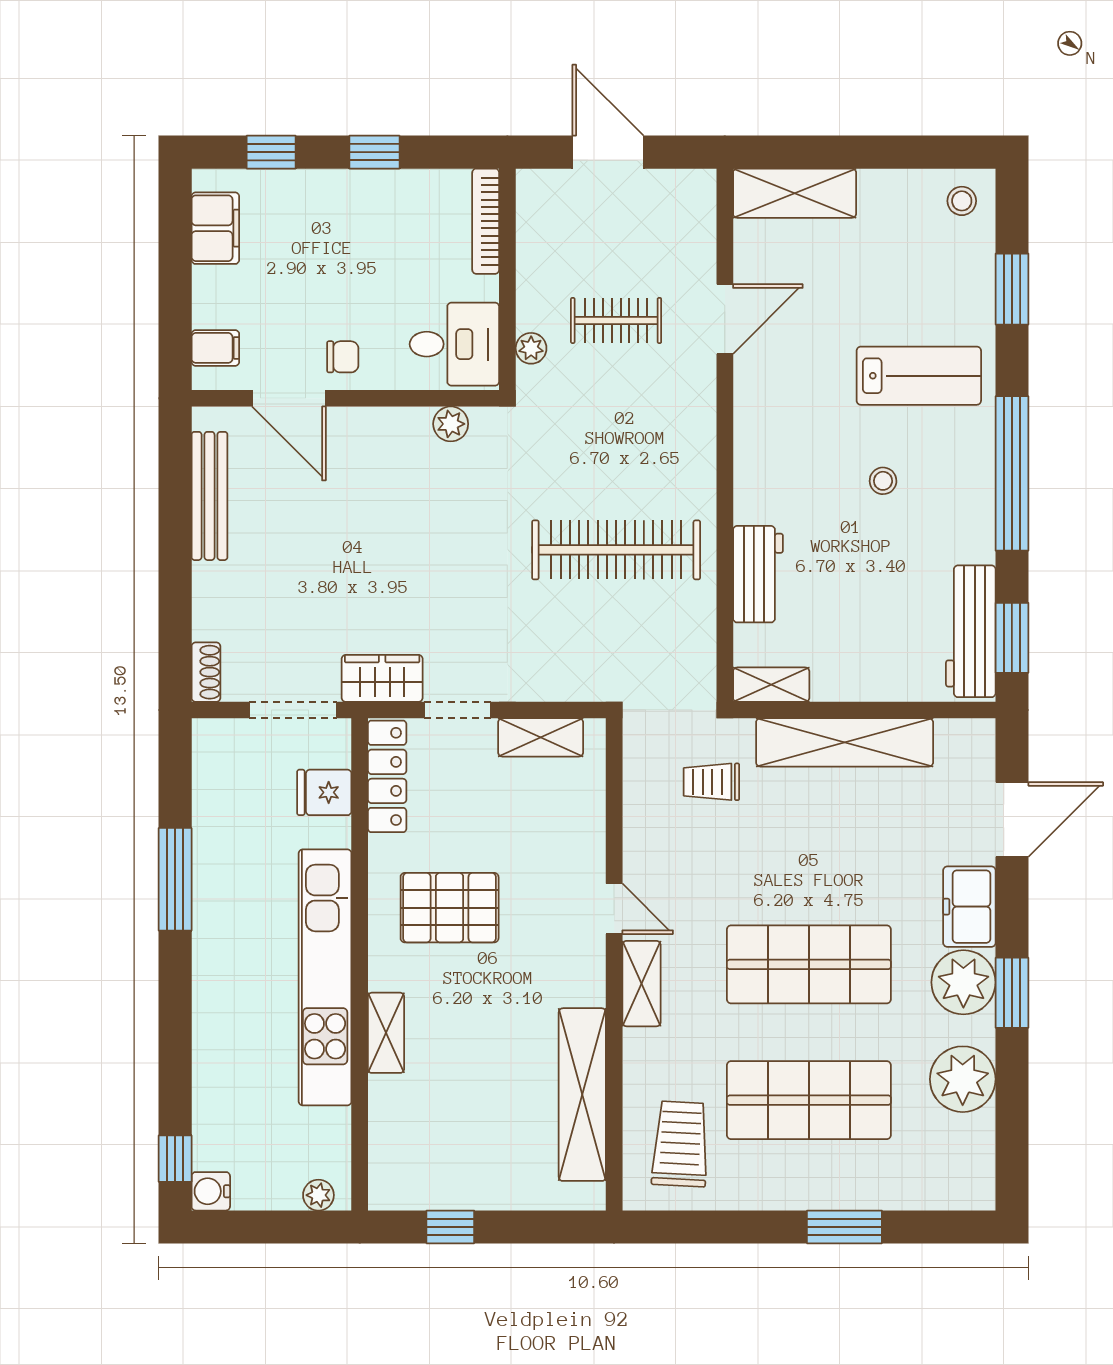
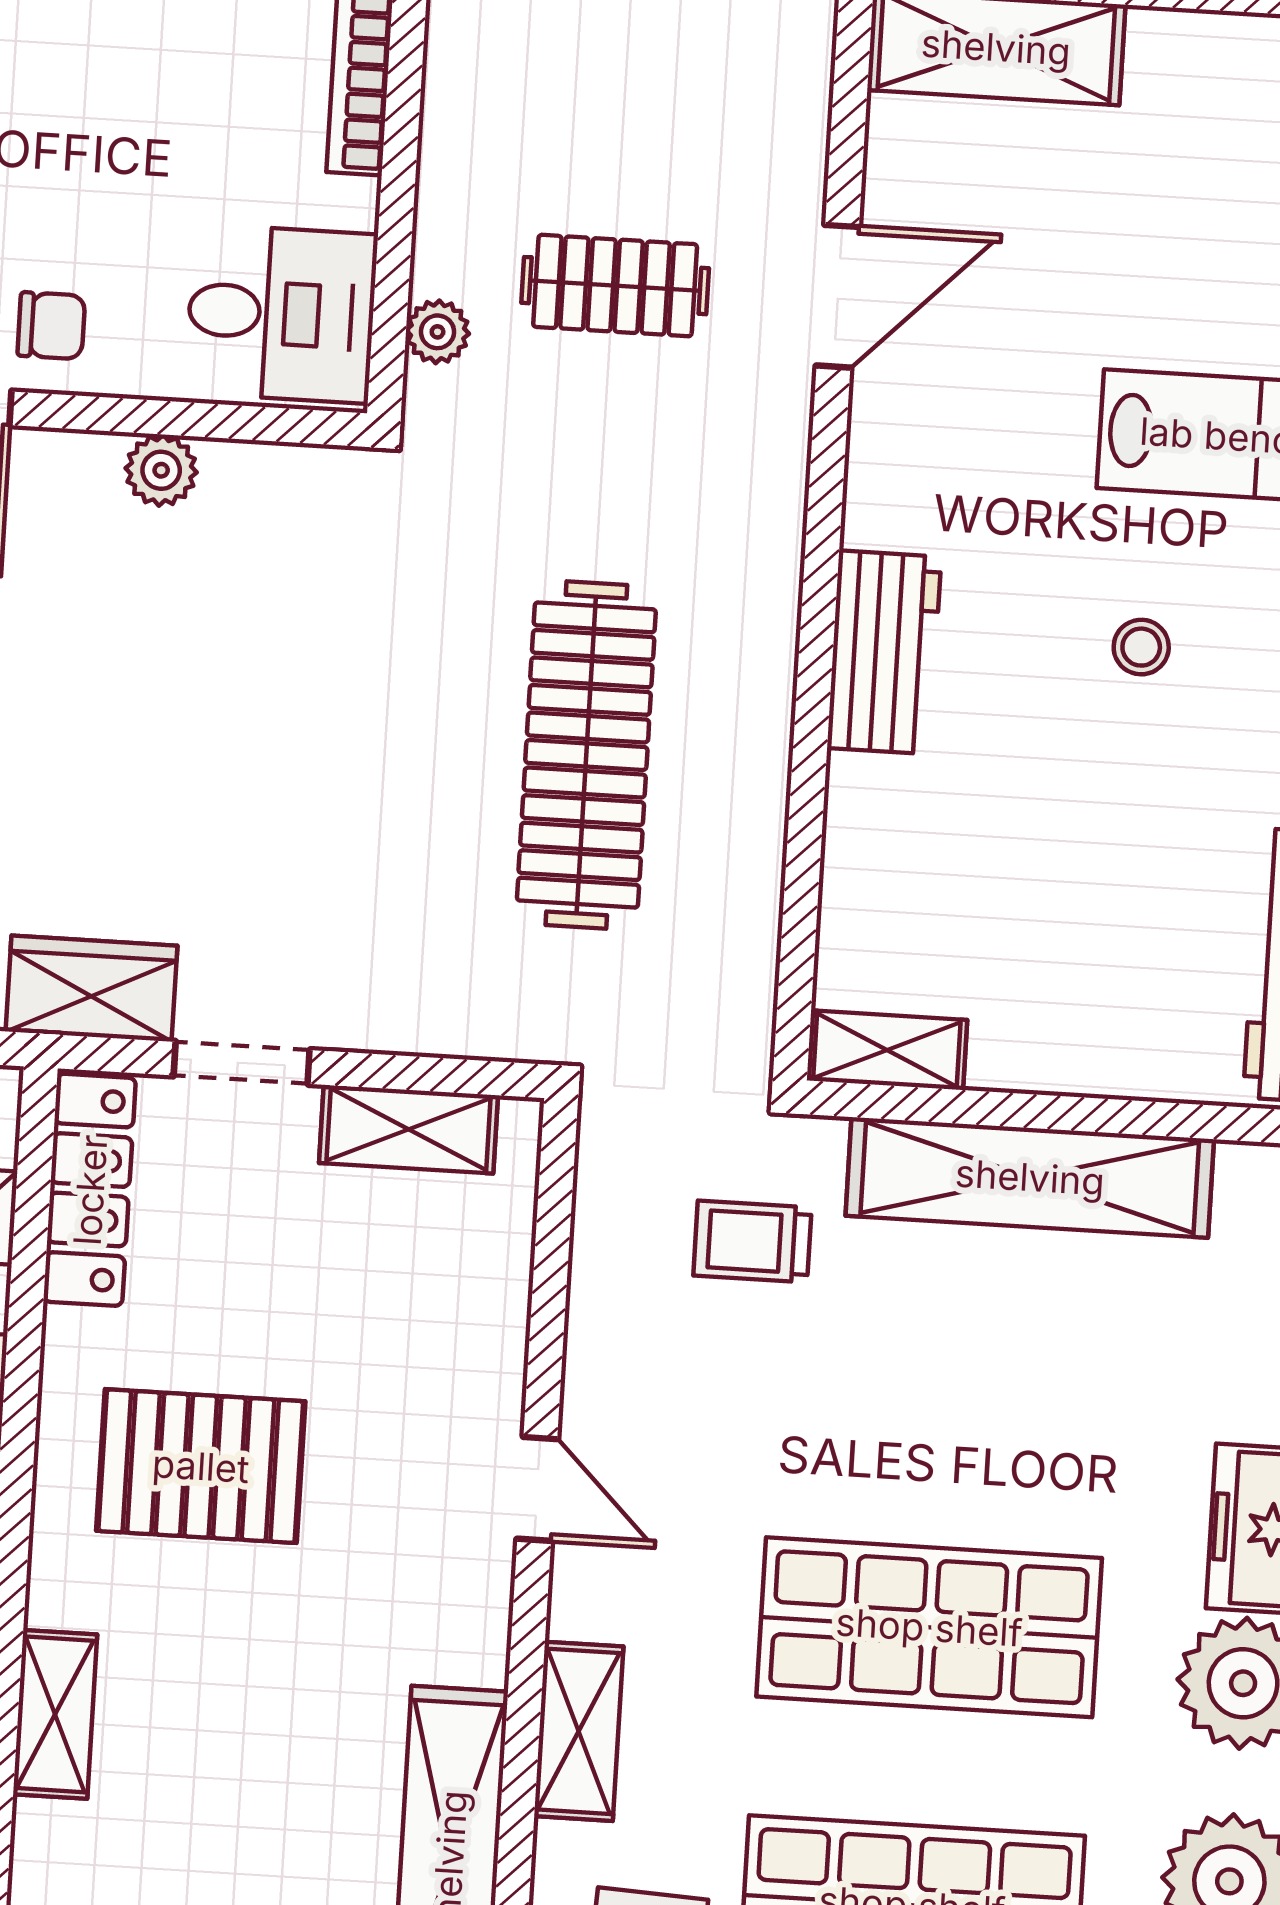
plant: (451, 424) -> (161, 470), moved
clothes rail: (616, 550) -> (586, 755), turned 90
workbench: (758, 574) -> (884, 652), moved
shelving: (641, 984) -> (579, 1731), moved

